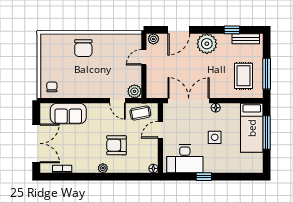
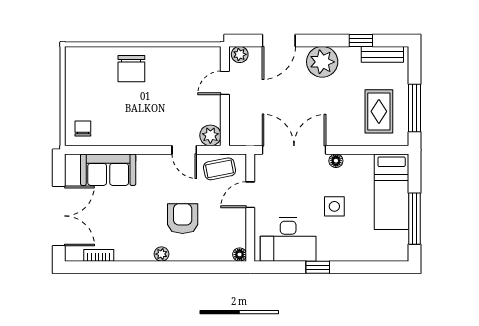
window: (267, 132) -> (414, 219), moved
armchair: (116, 145) -> (183, 219), turned 90

